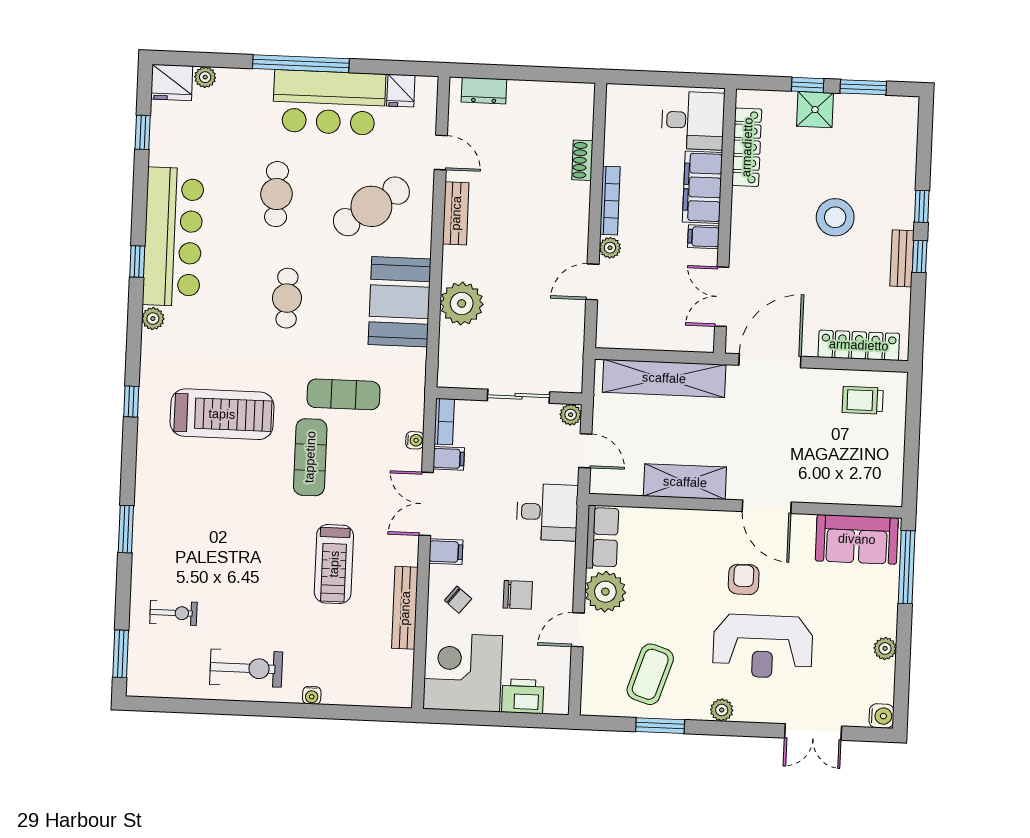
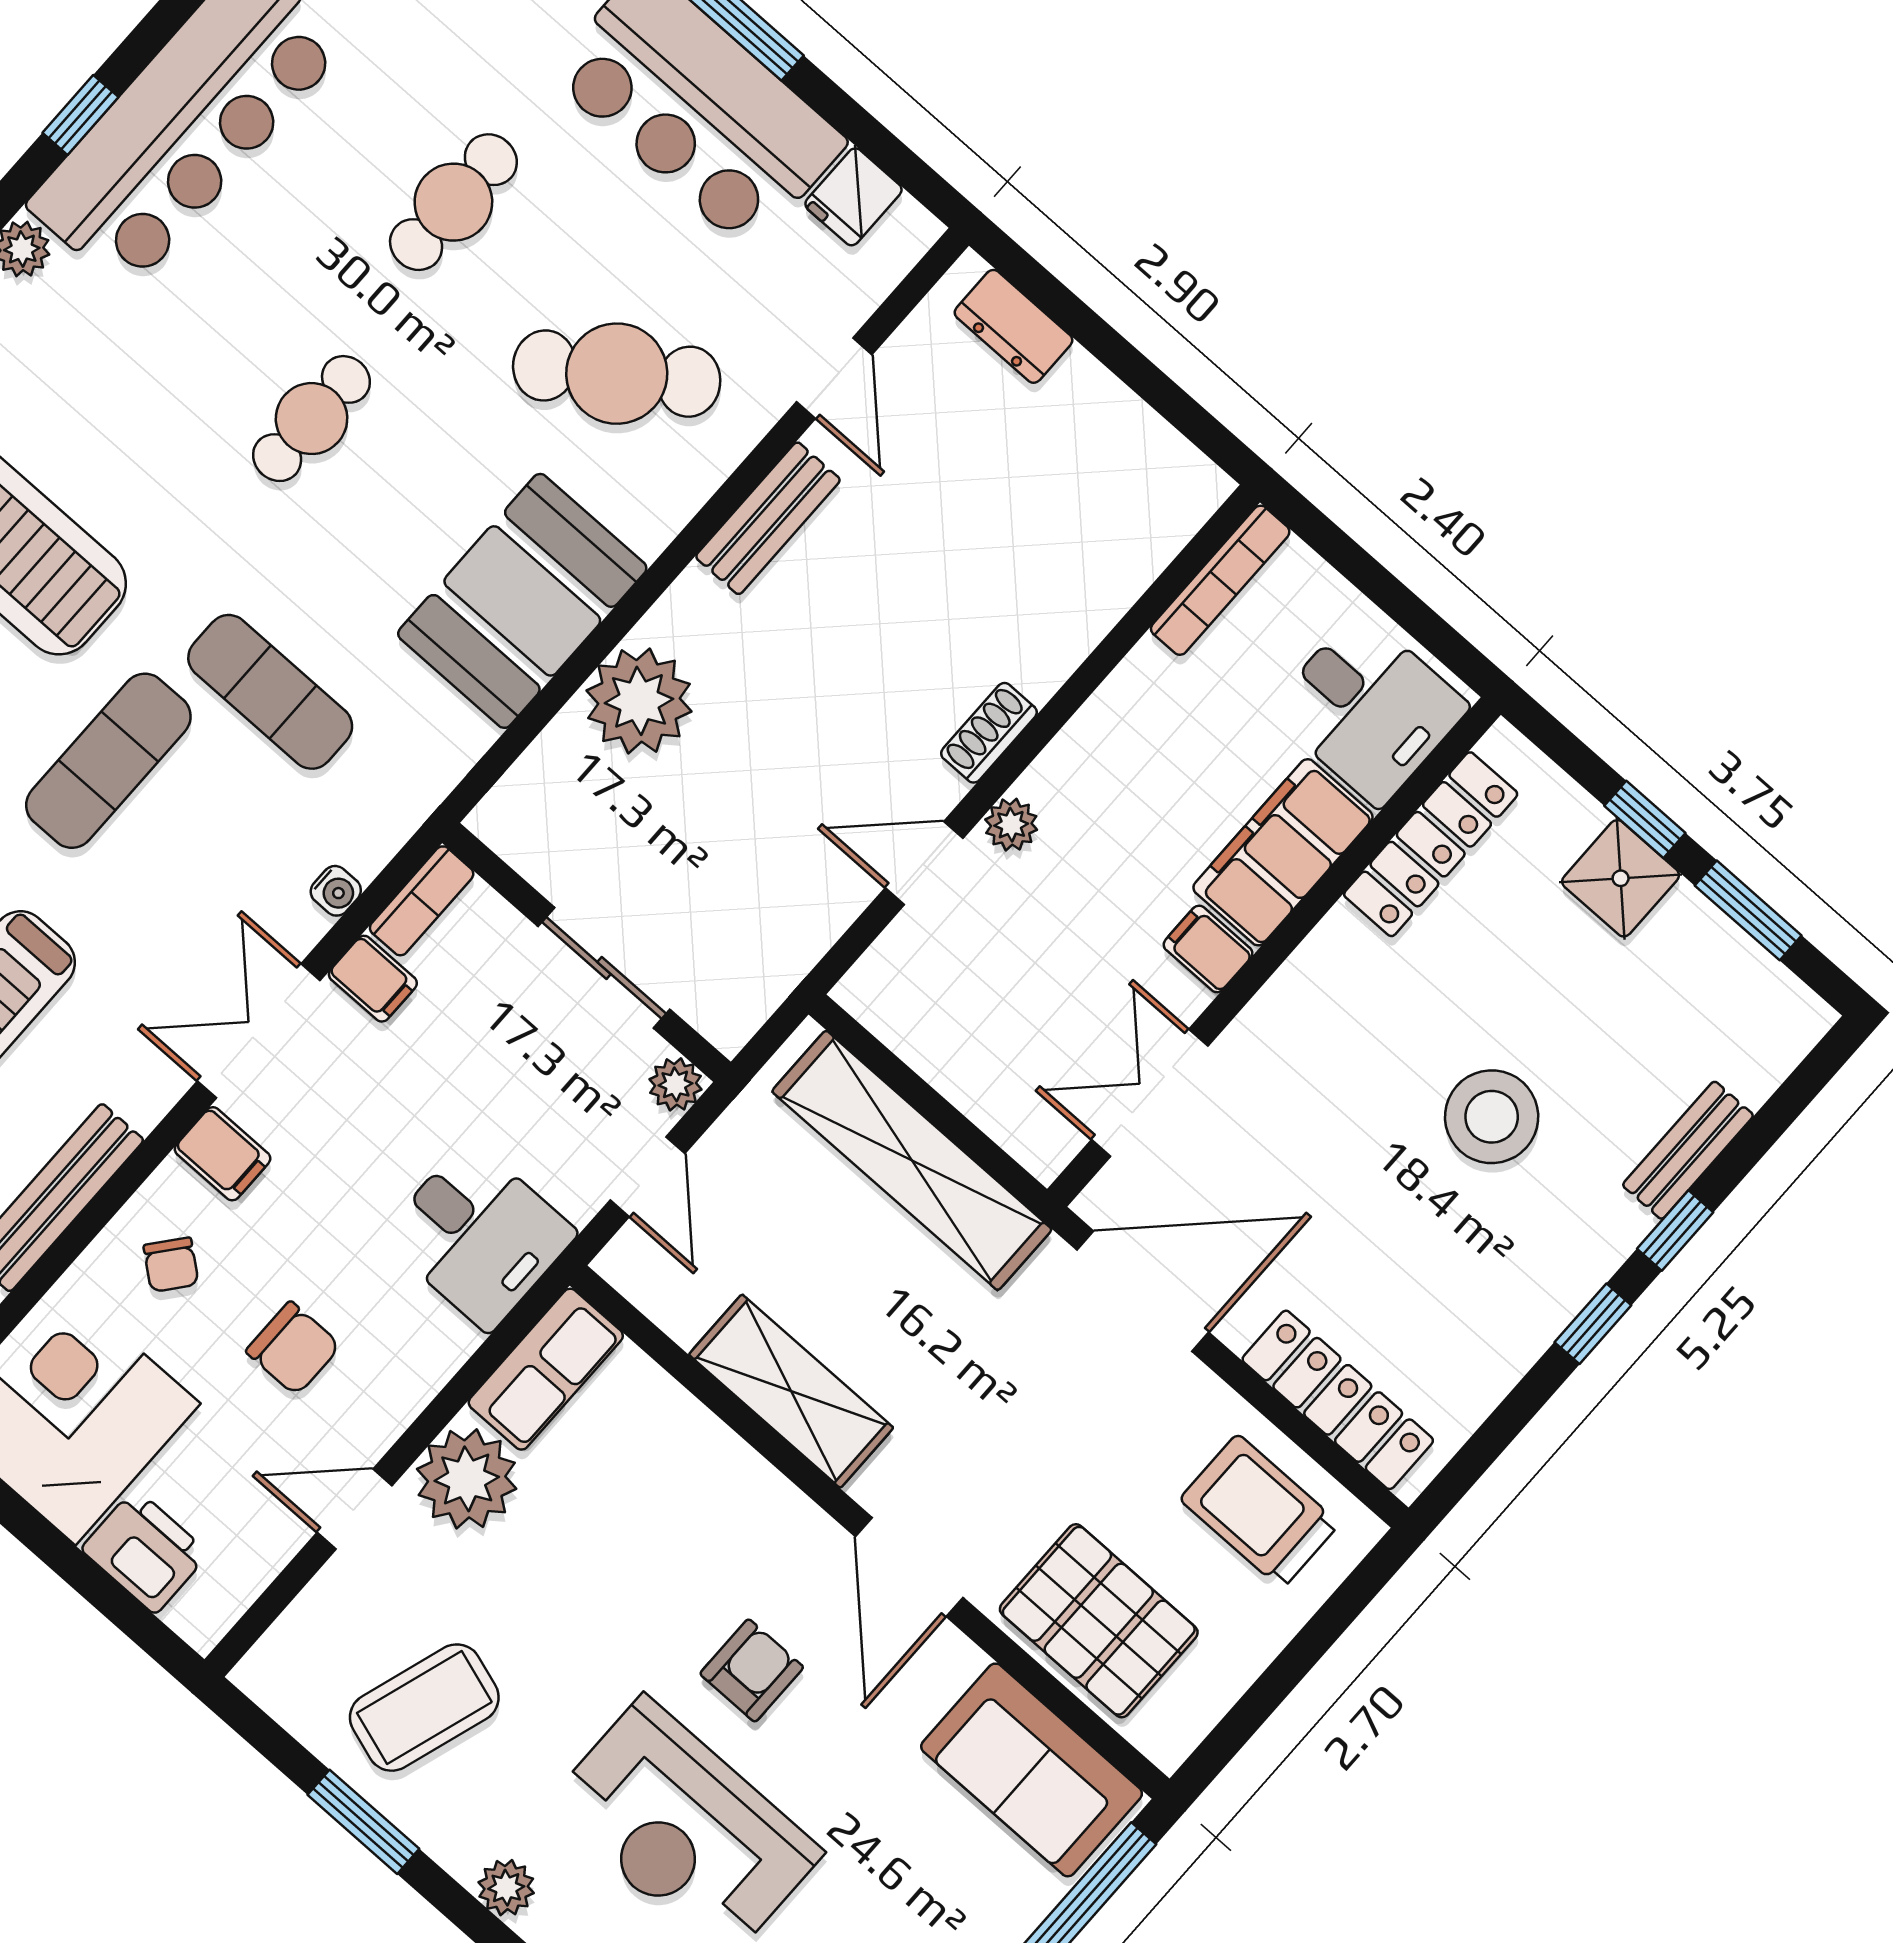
shoe rack: (582, 160) -> (989, 733), moved
bookcase: (610, 201) -> (1220, 580), moved
bench: (902, 258) -> (1688, 1150), moved
trolley: (863, 400) -> (1260, 1511), width x1.36, depth x1.39
pallet: (840, 475) -> (1099, 1621), added

